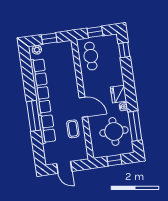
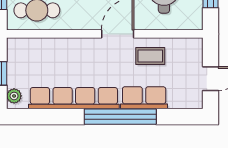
window: (33, 116) -> (120, 117), width x1.46

